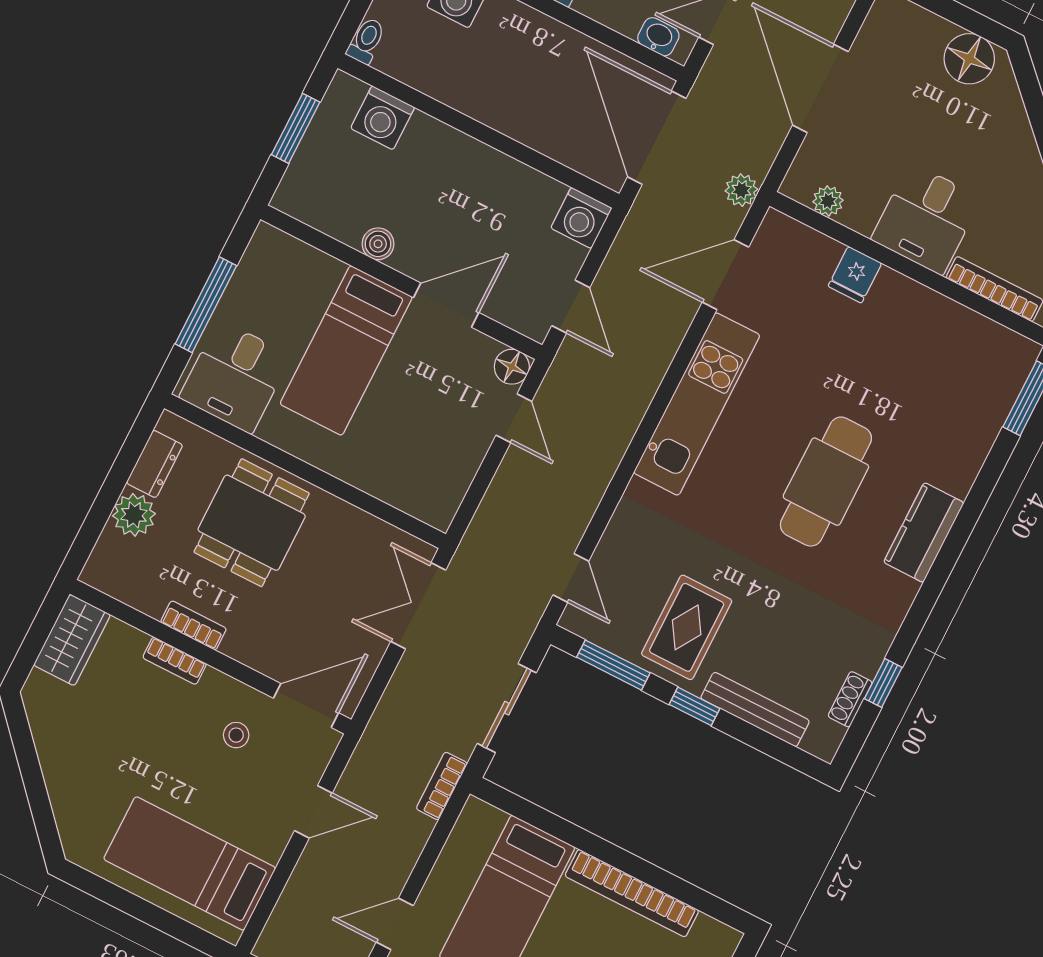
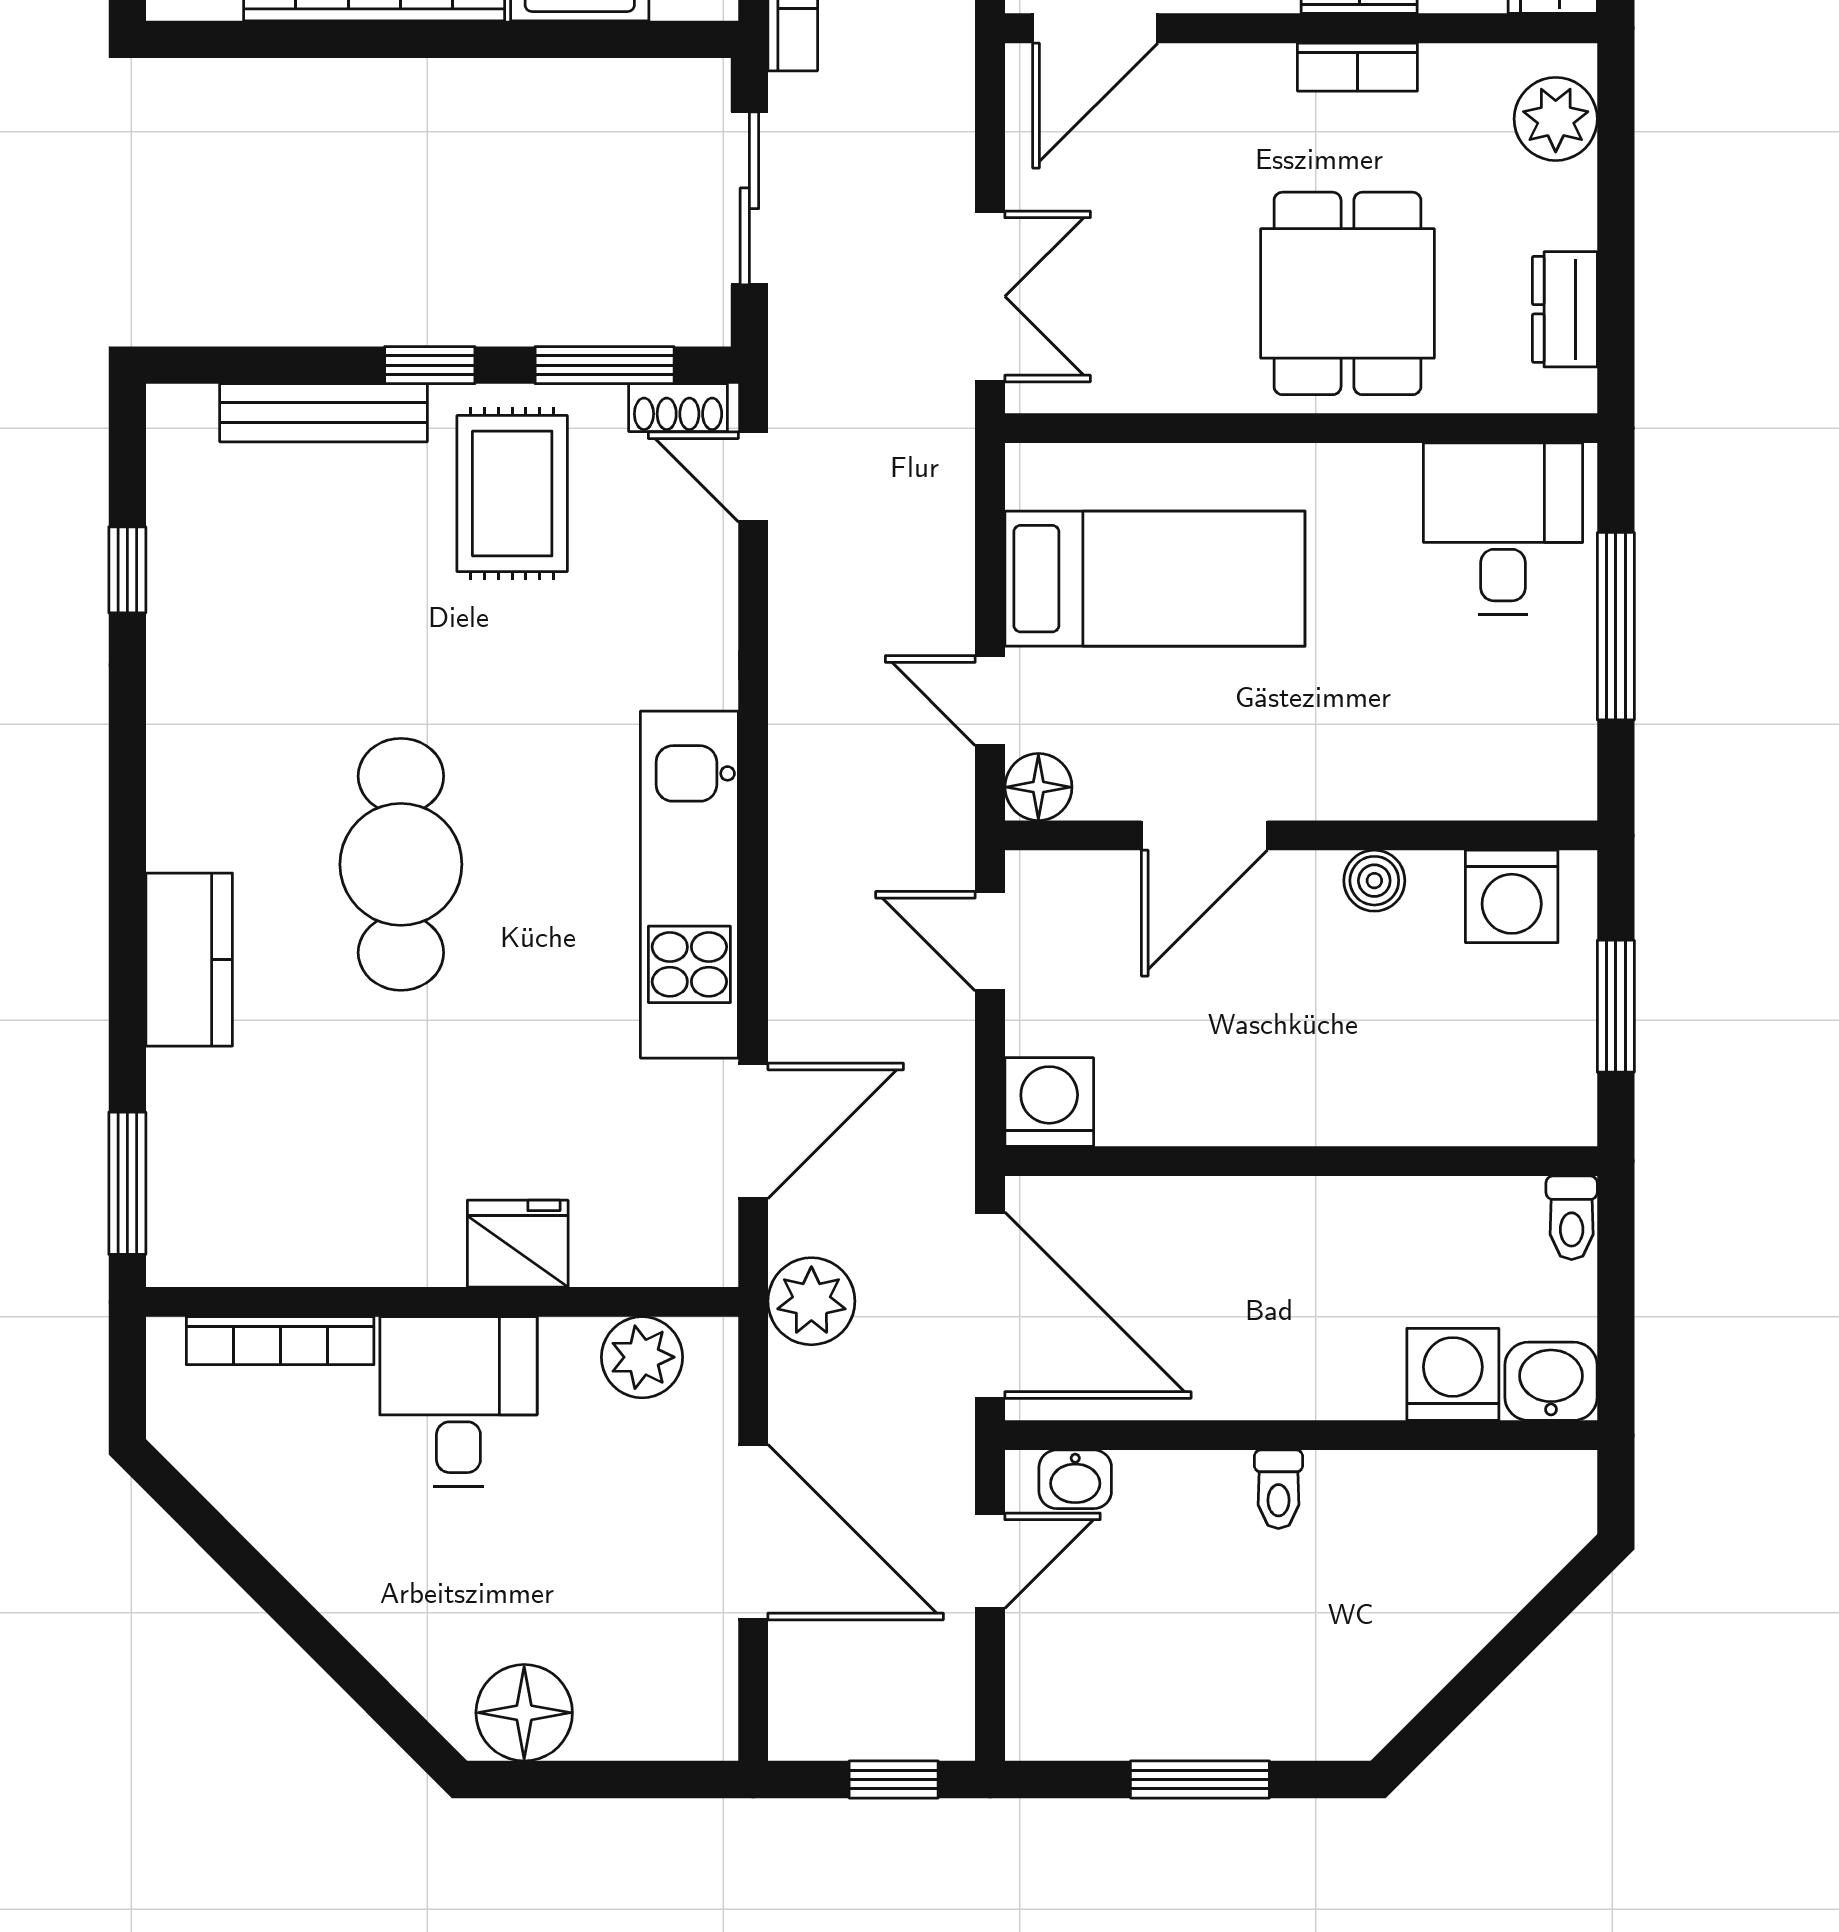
washing machine: (383, 118) -> (1512, 896), moved, turned 180
plant: (741, 190) -> (811, 1301), width x1.38, depth x1.38
plant: (828, 201) -> (642, 1357), width x1.38, depth x1.38
fridge: (855, 275) -> (518, 1244), width x1.38
bed: (346, 350) -> (1155, 579), moved, turned 90
plant: (134, 515) -> (1556, 119), moved
kitchen counter: (924, 533) -> (189, 960), moved
shoe rack: (850, 699) -> (678, 408), moved, turned 90

